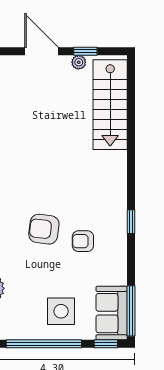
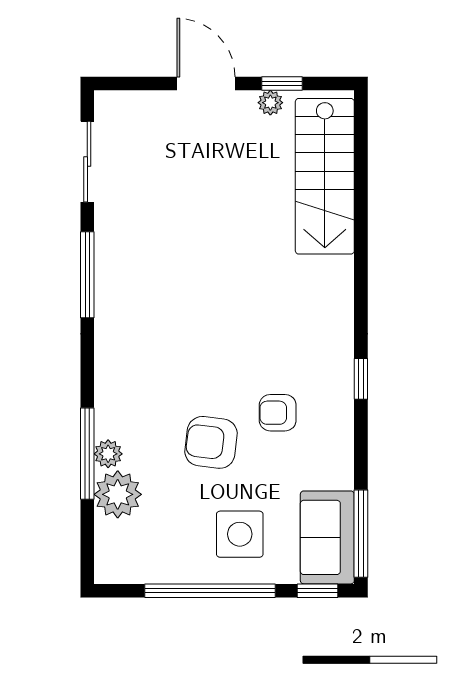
armchair: (44, 229) -> (211, 442), moved

